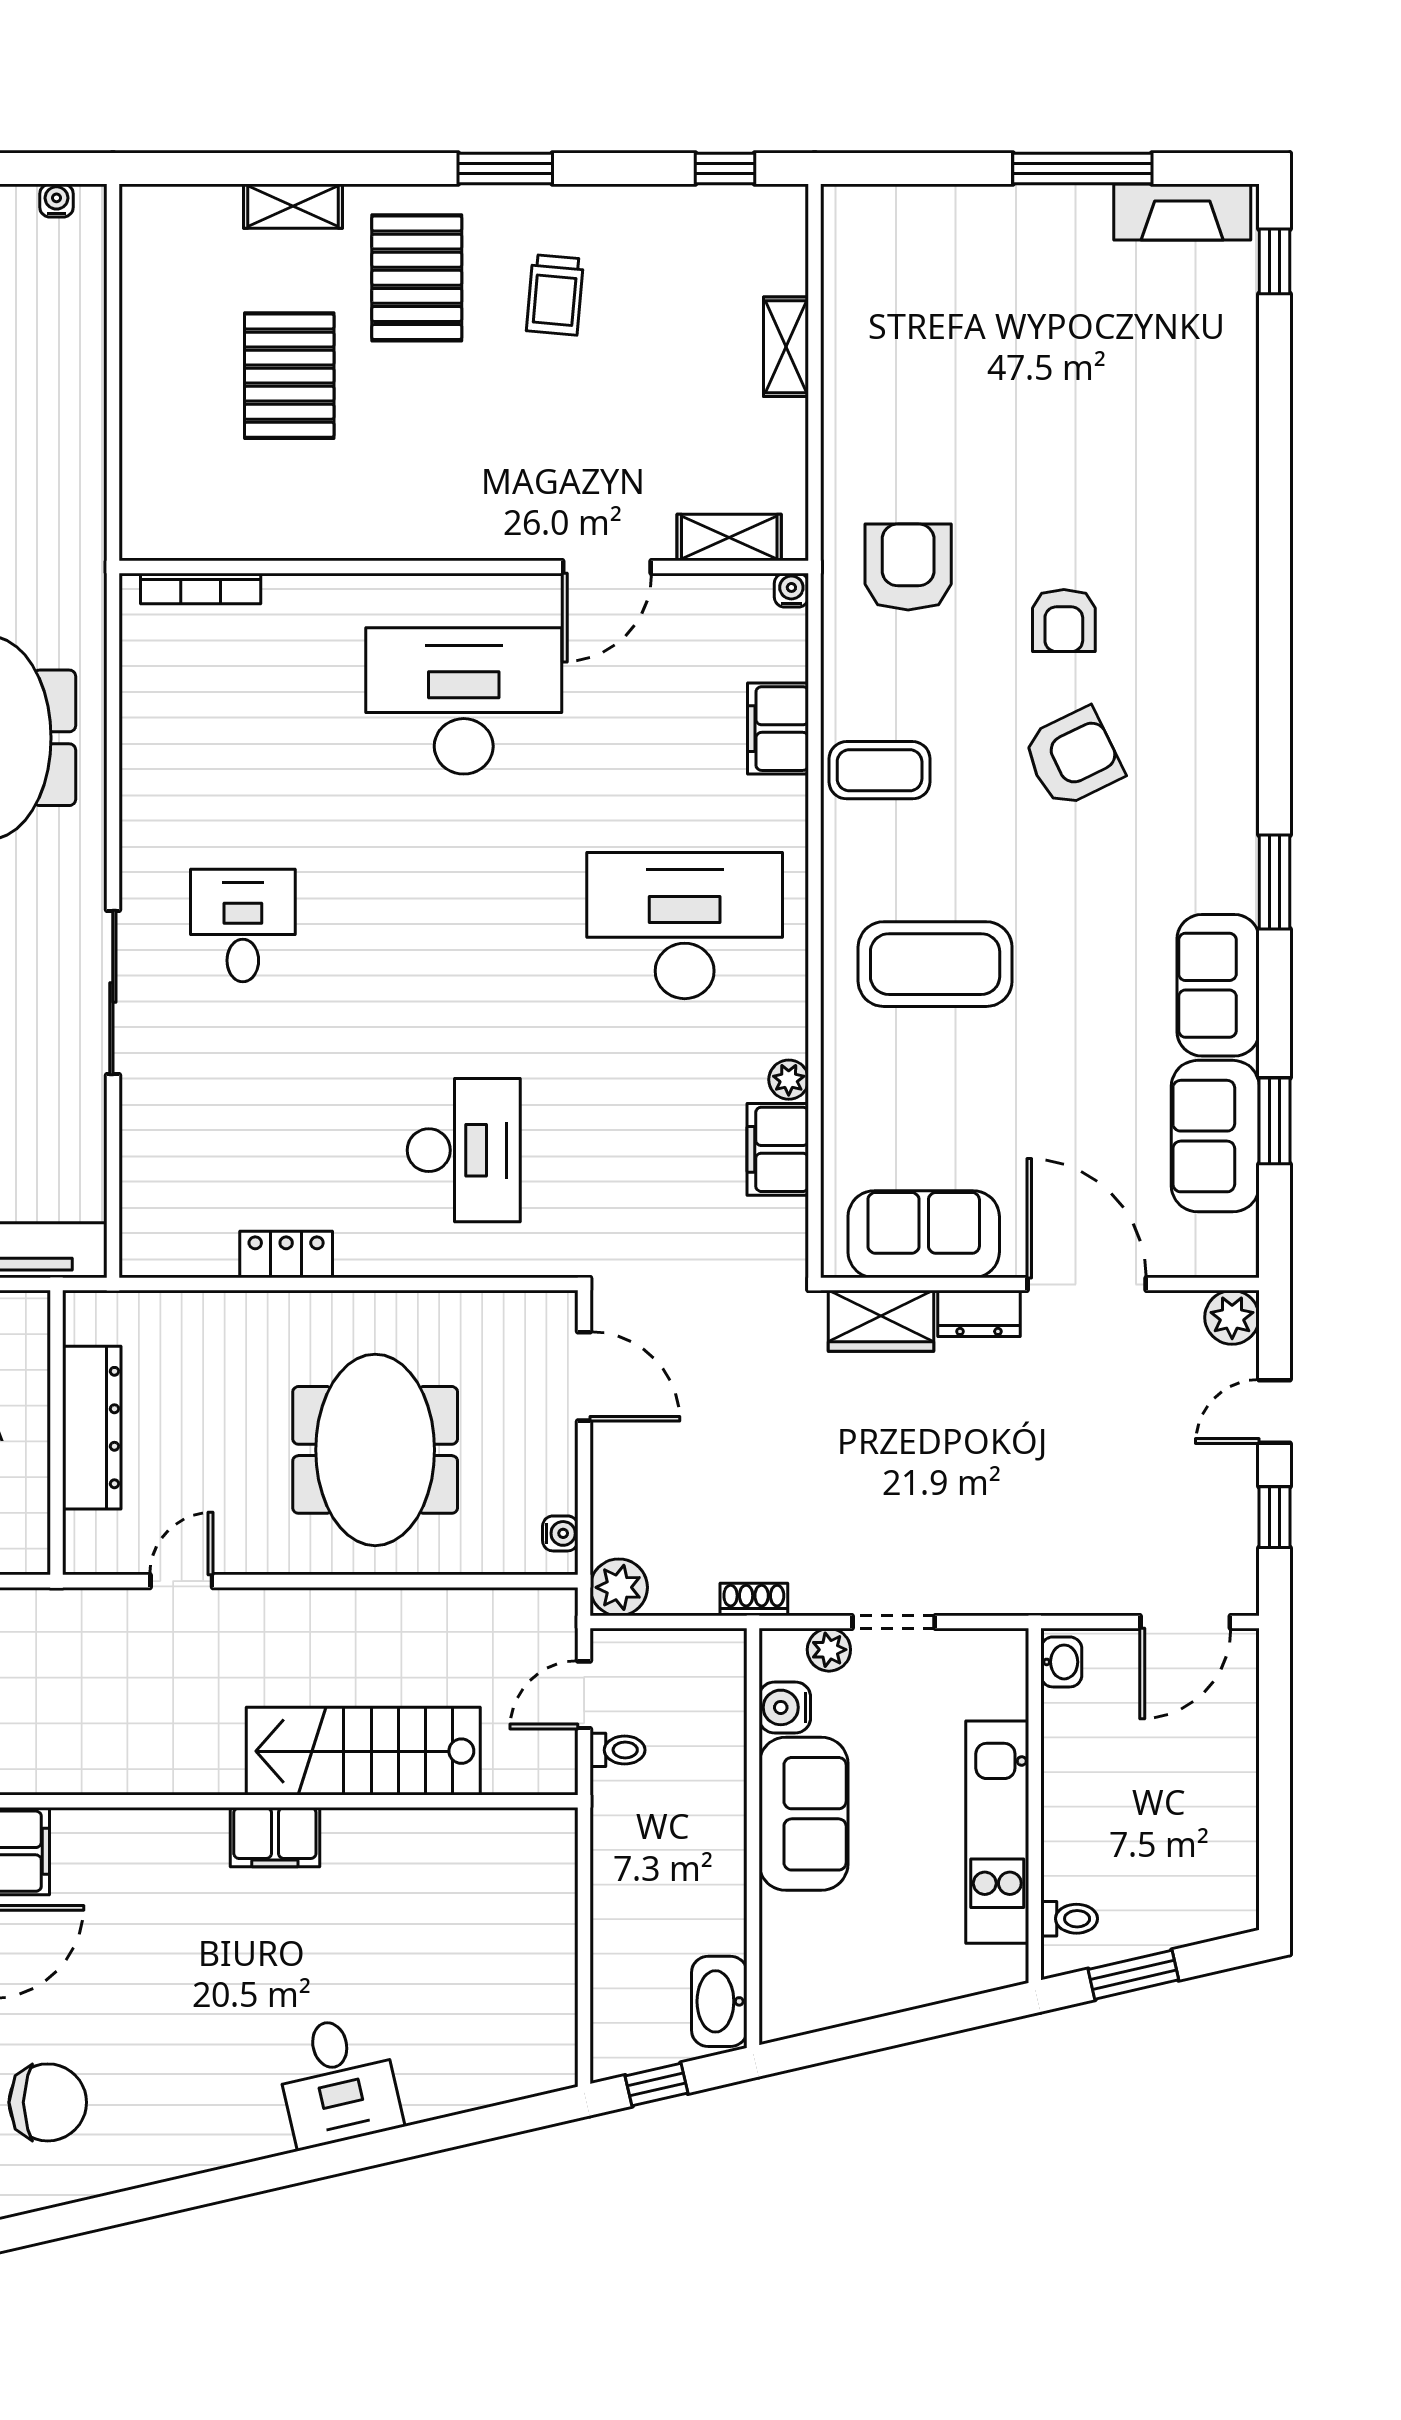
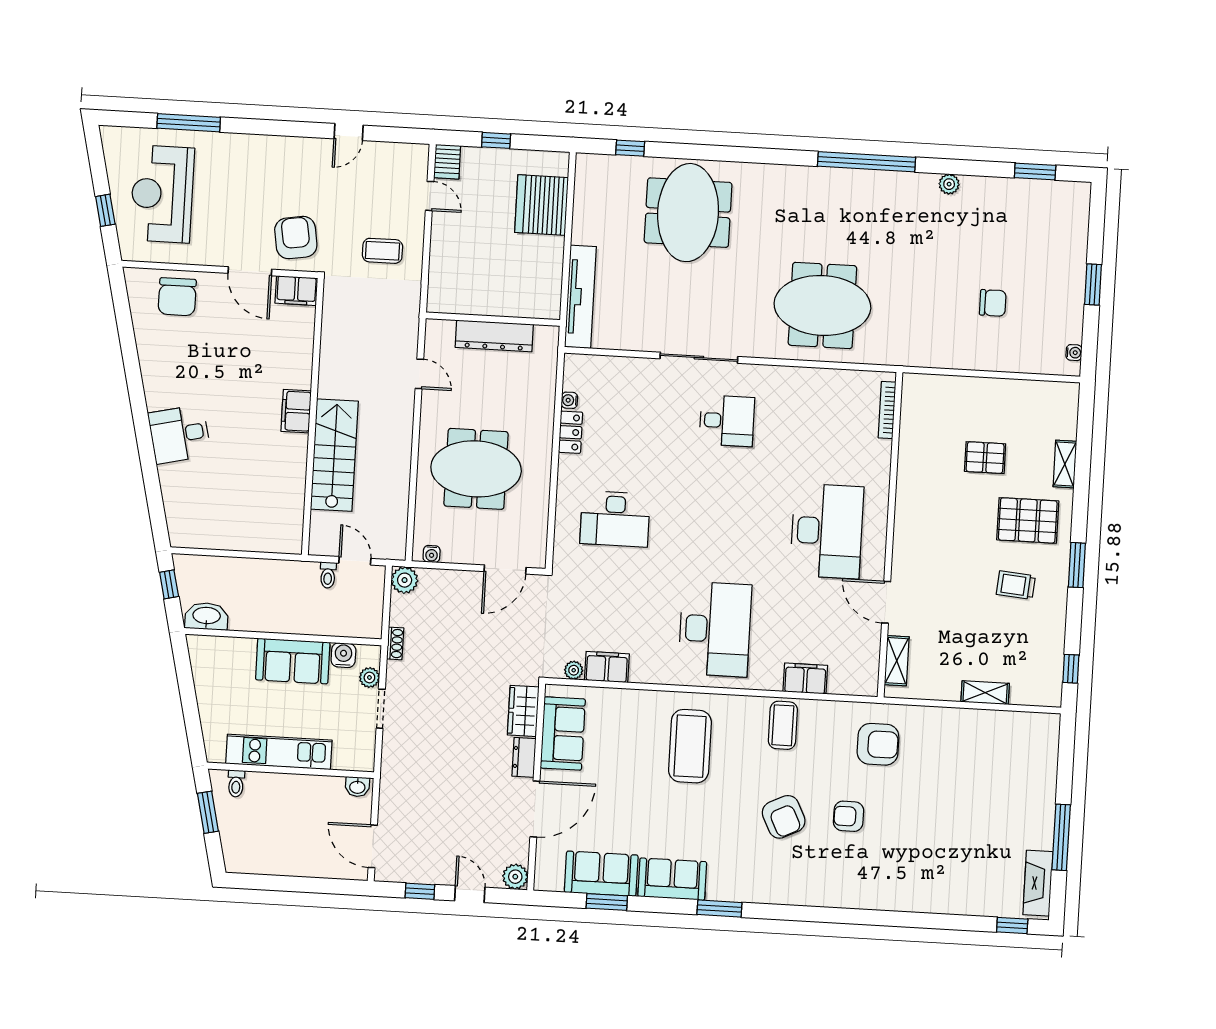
pallet: (289, 376) -> (985, 458), width x0.67, depth x0.71
water cooler: (791, 590) -> (569, 400), moved, turned 180
plant: (789, 1080) -> (574, 670), moved

